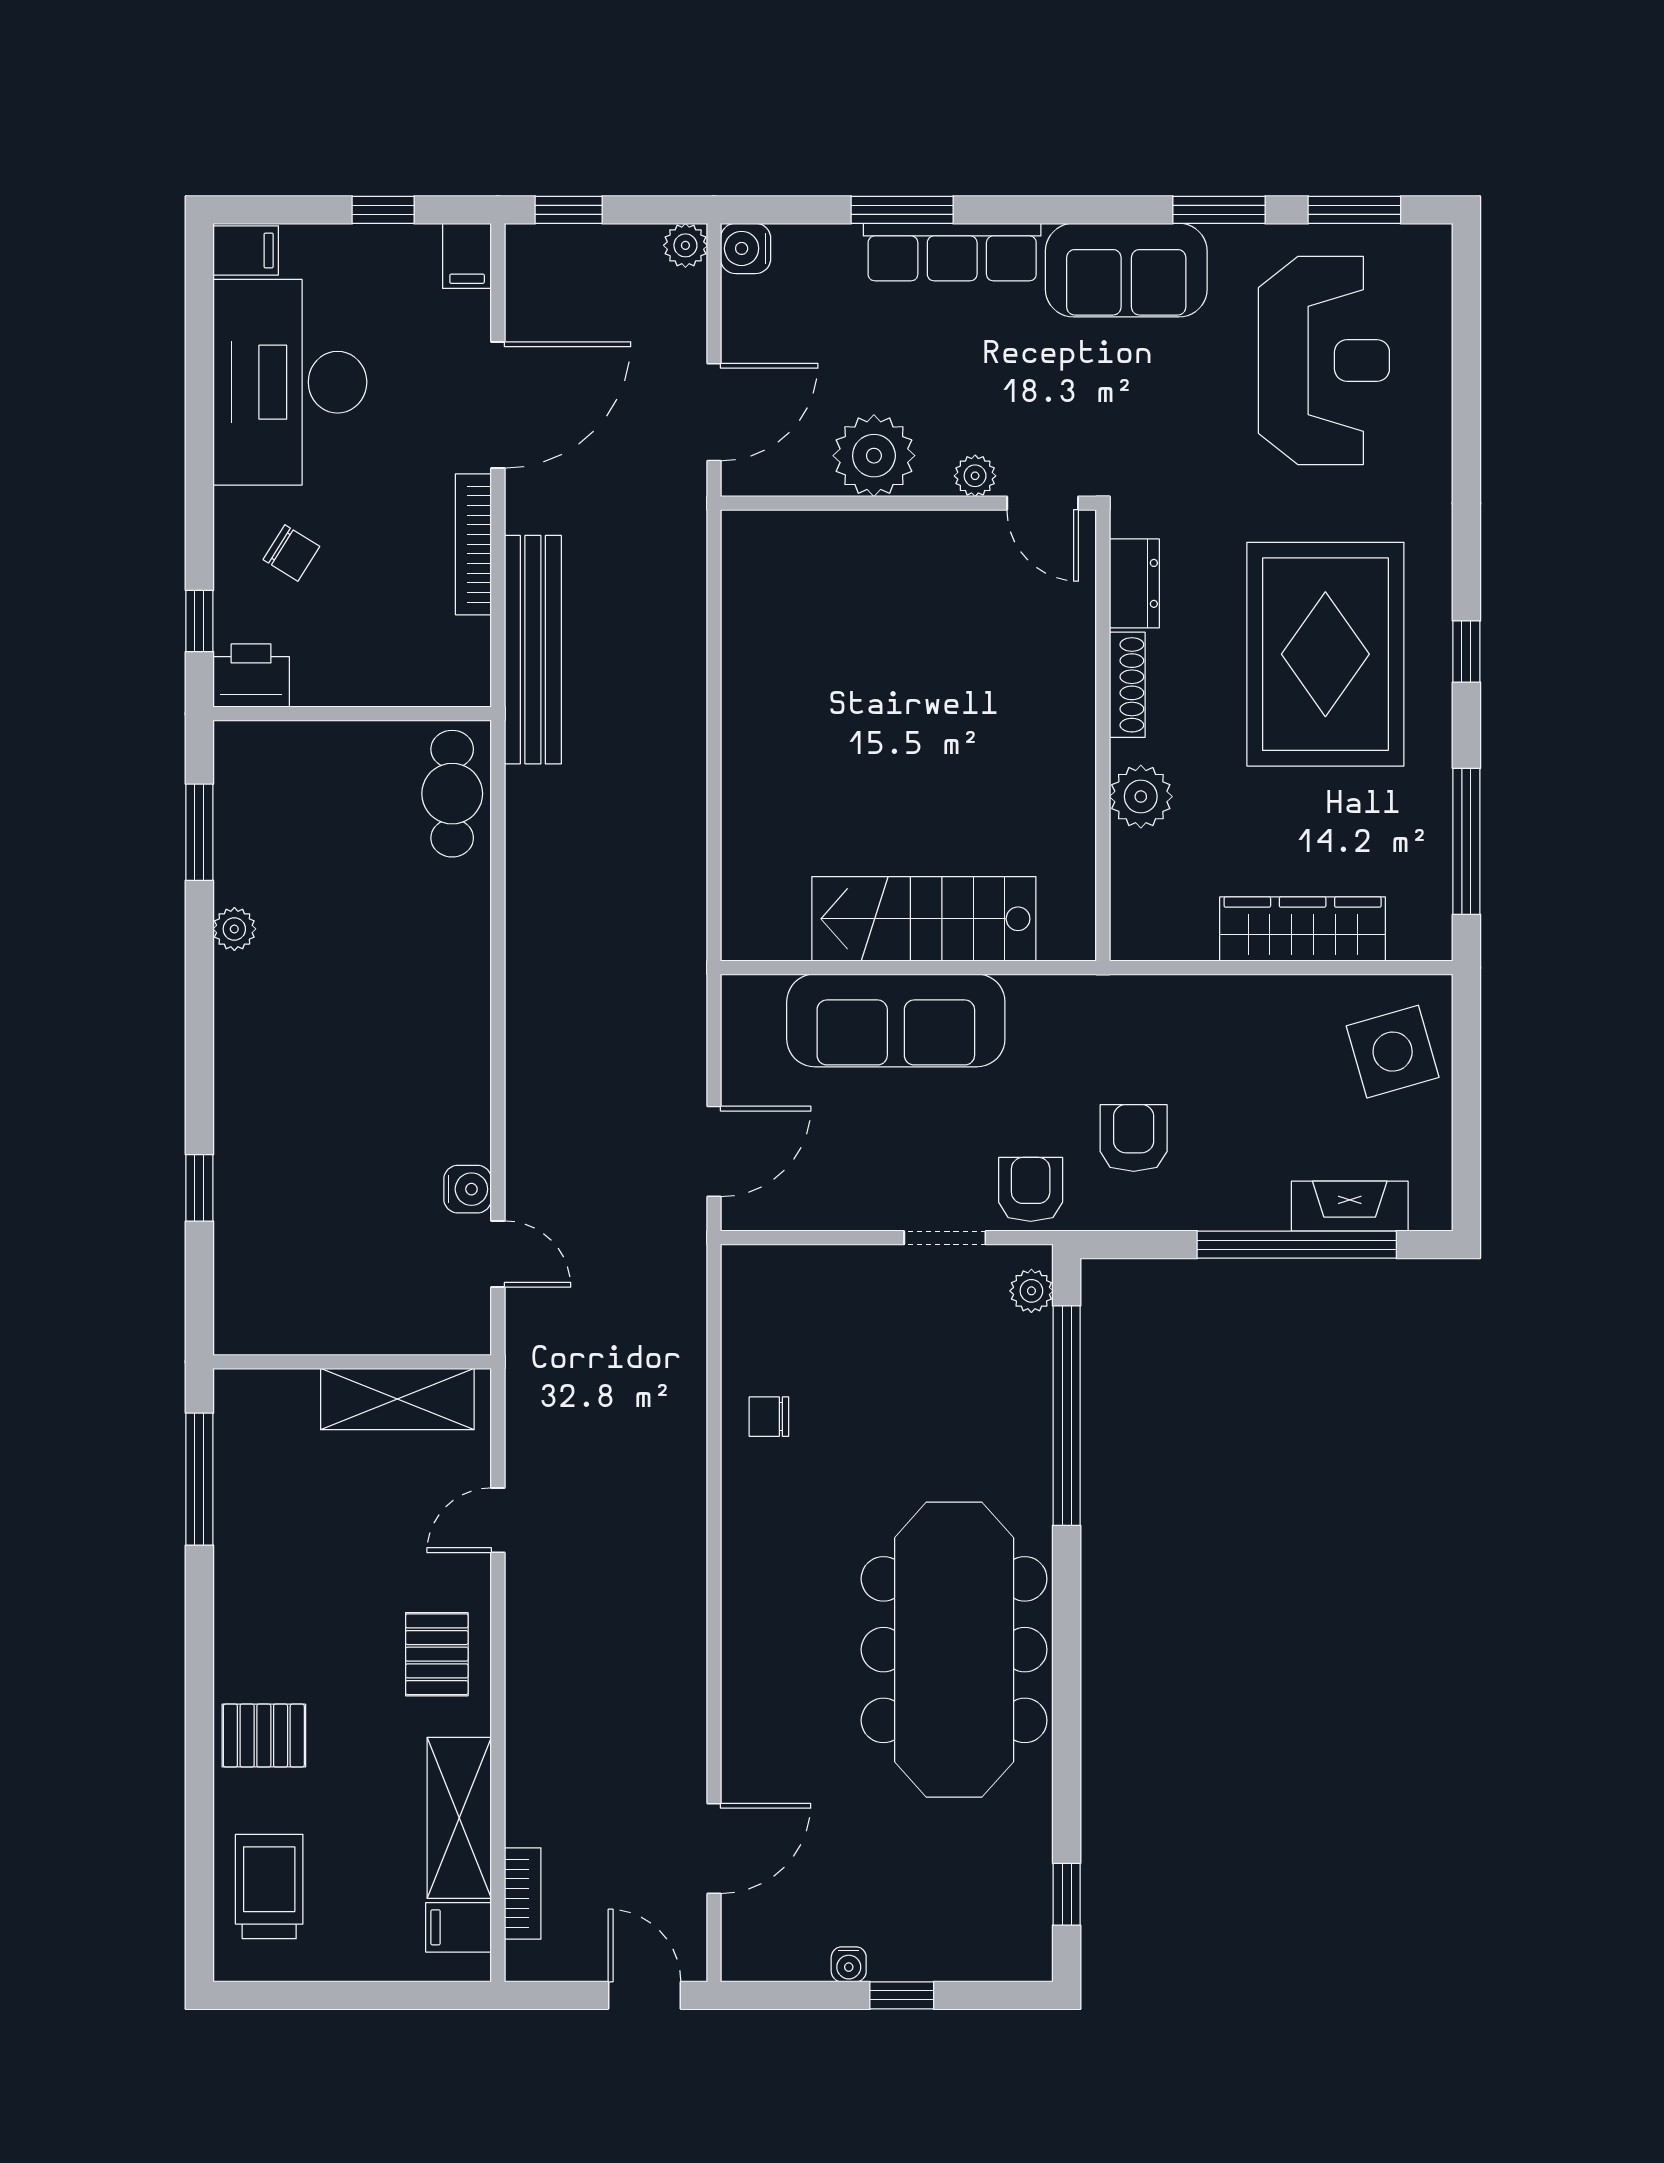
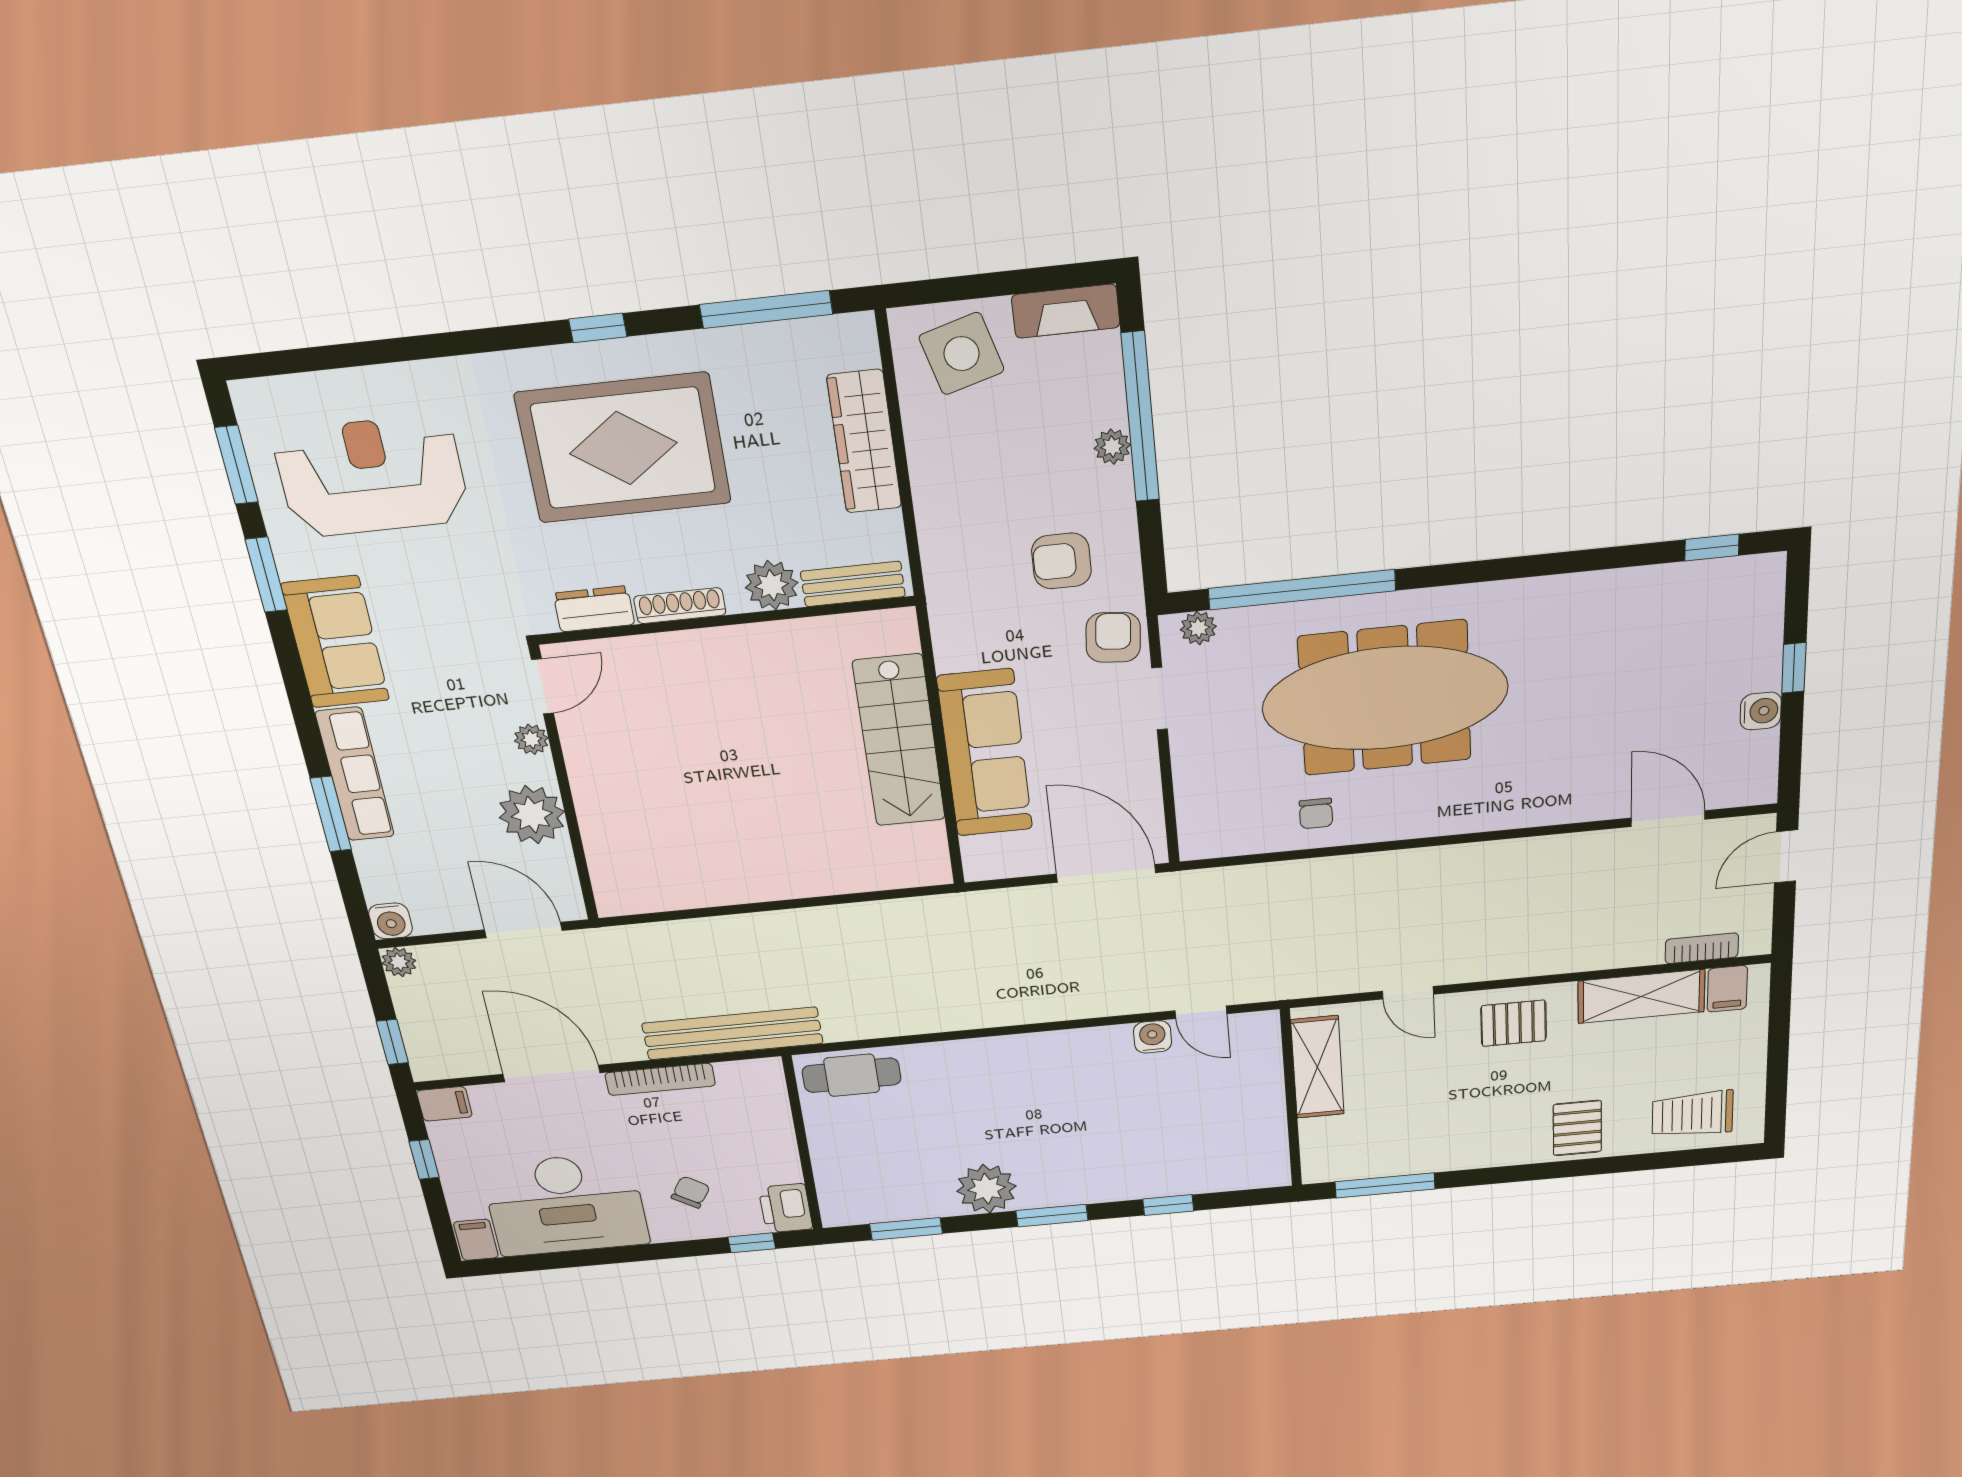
bench: (1132, 892) -> (853, 584), added
plant: (234, 929) -> (986, 1189), width x1.87, depth x1.87
window: (199, 1031) -> (1052, 1216), added
door: (714, 1151) -> (1106, 873), width x1.36
armchair: (1031, 1189) -> (1113, 637), turned 95
fireplace: (1350, 1206) -> (1066, 311), moved, turned -90
plant: (1266, 1210) -> (1112, 447), added
door: (498, 1254) -> (1201, 1012), swing flipped
meeting table: (954, 1650) -> (1385, 698), moved
water cooler: (849, 1964) -> (1761, 711), width x1.38, depth x1.38

